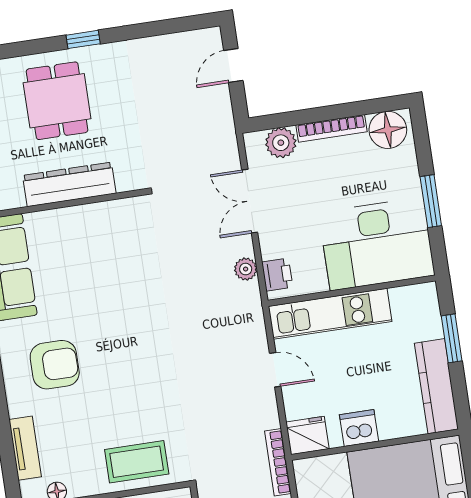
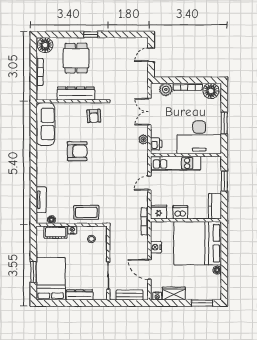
armchair: (120, 231) -> (94, 116), added
armchair: (55, 365) -> (77, 151), moved
door: (275, 370) -> (149, 183), swing flipped
kitchen counter: (436, 386) -> (215, 206), width x0.67

